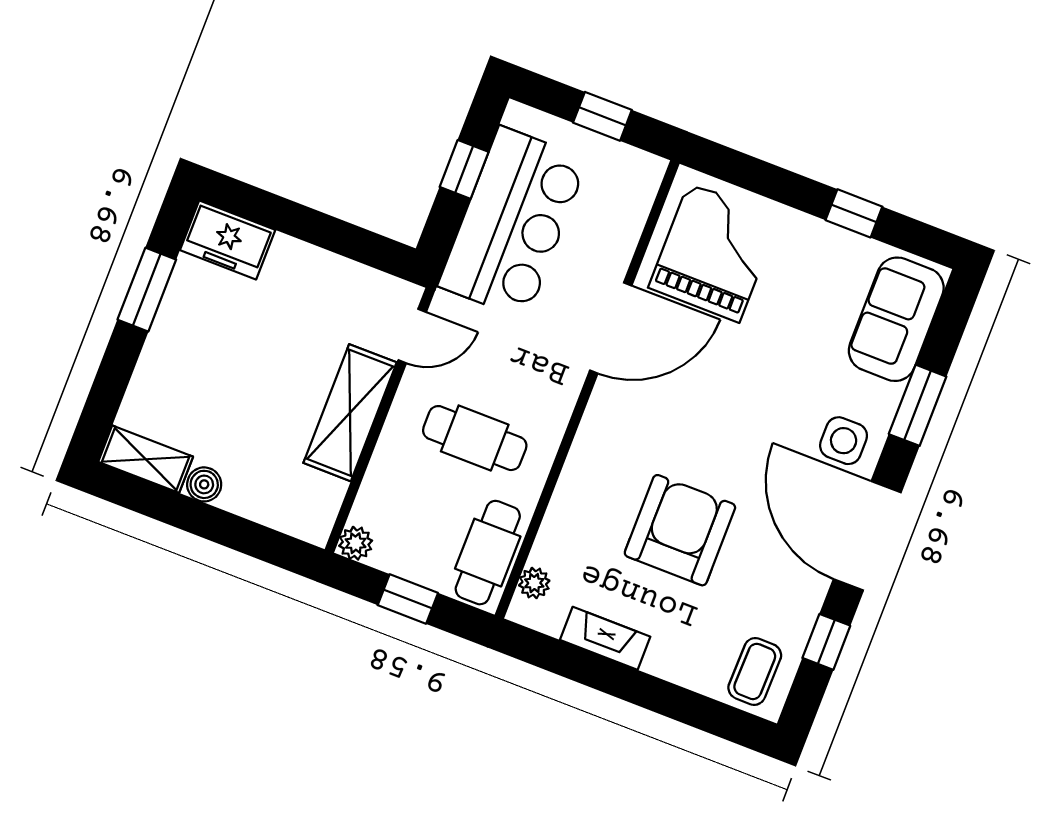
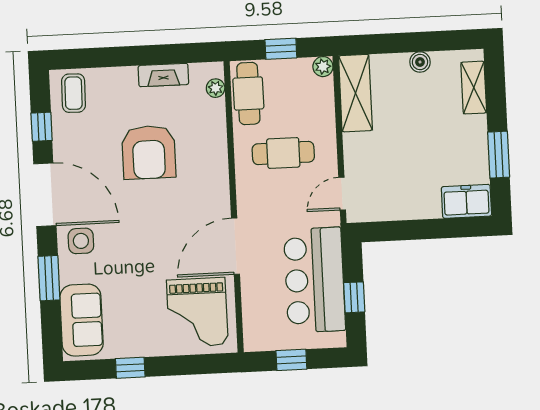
shelving: (350, 413) -> (355, 93), moved
shelving: (146, 459) -> (474, 88), moved, turned 90

